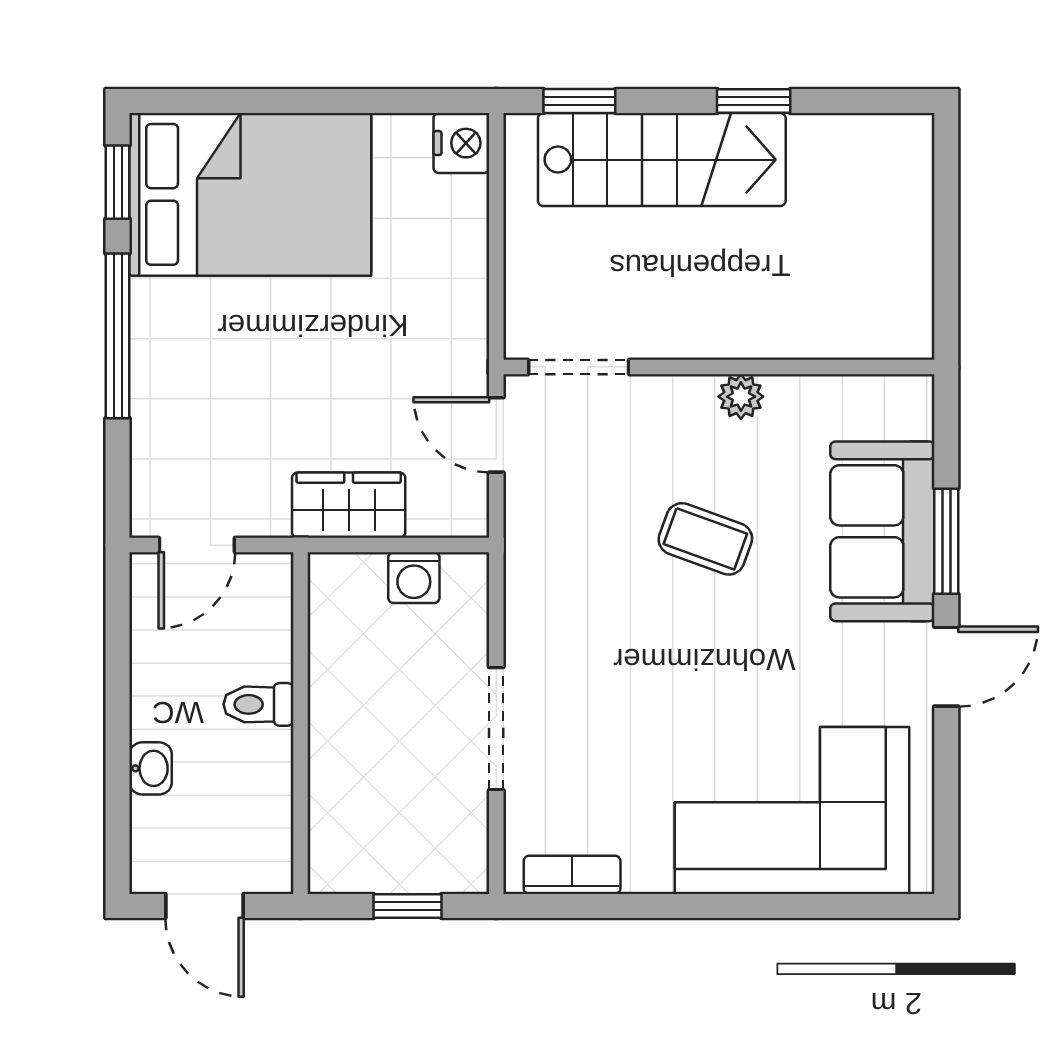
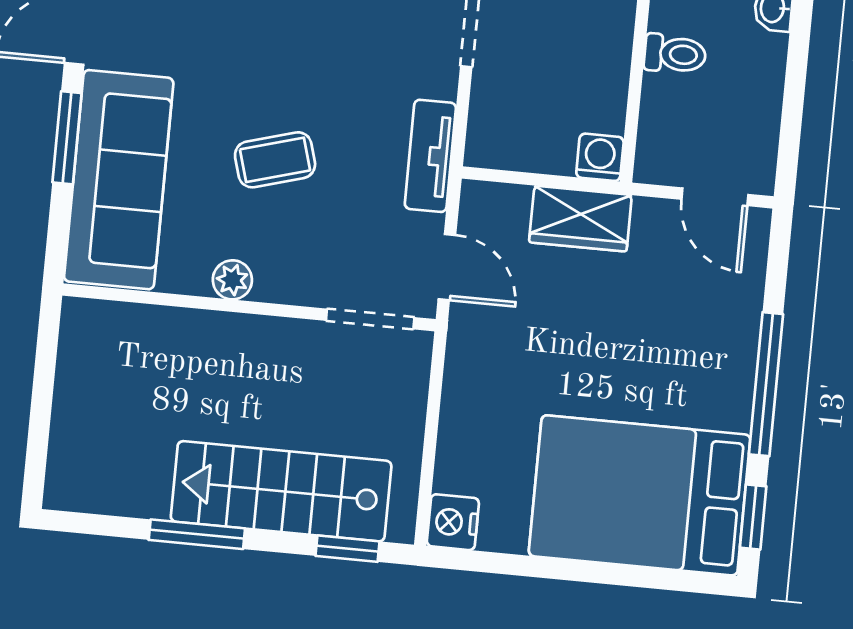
window: (754, 101) -> (197, 534), width x1.50
sofa: (882, 531) -> (119, 180), width x1.36
coffee table: (705, 539) -> (275, 160), turned -36
door: (197, 545) -> (715, 197), swing flipped
tv unit: (528, 561) -> (430, 156), added
washing machine: (414, 578) -> (600, 157), moved

